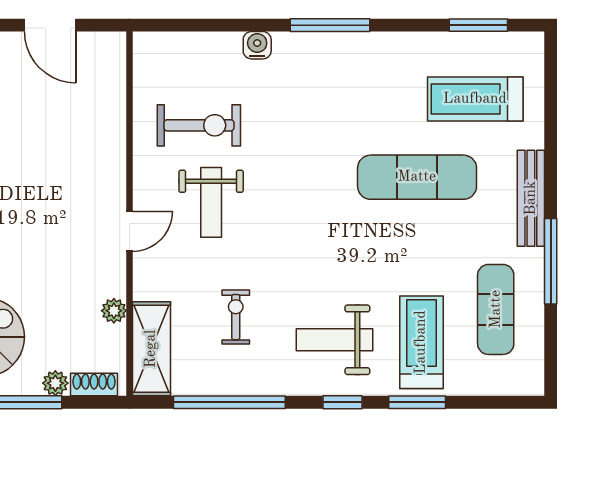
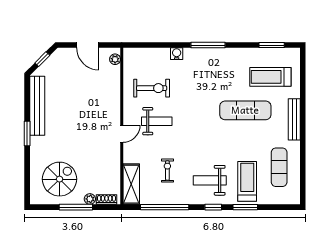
weight bench: (211, 202) -> (157, 121), turned -90
window: (551, 261) -> (303, 147), removed
plant: (114, 311) -> (115, 59), moved

